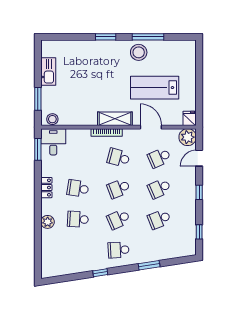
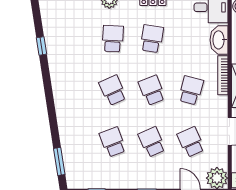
washbasin: (79, 136) -> (219, 40), added
school desk: (119, 250) -> (74, 90), removed
window: (149, 265) -> (59, 161), moved
window: (100, 273) -> (41, 46), moved

